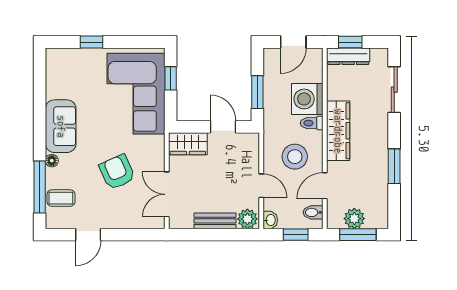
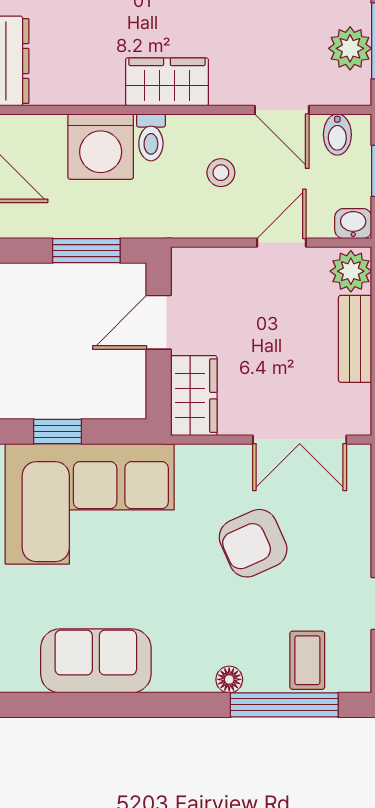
sofa: (61, 126) -> (96, 661), moved
wardrobe: (338, 131) -> (167, 82), width x0.67
stool: (295, 157) -> (221, 173), width x0.53, depth x0.53

